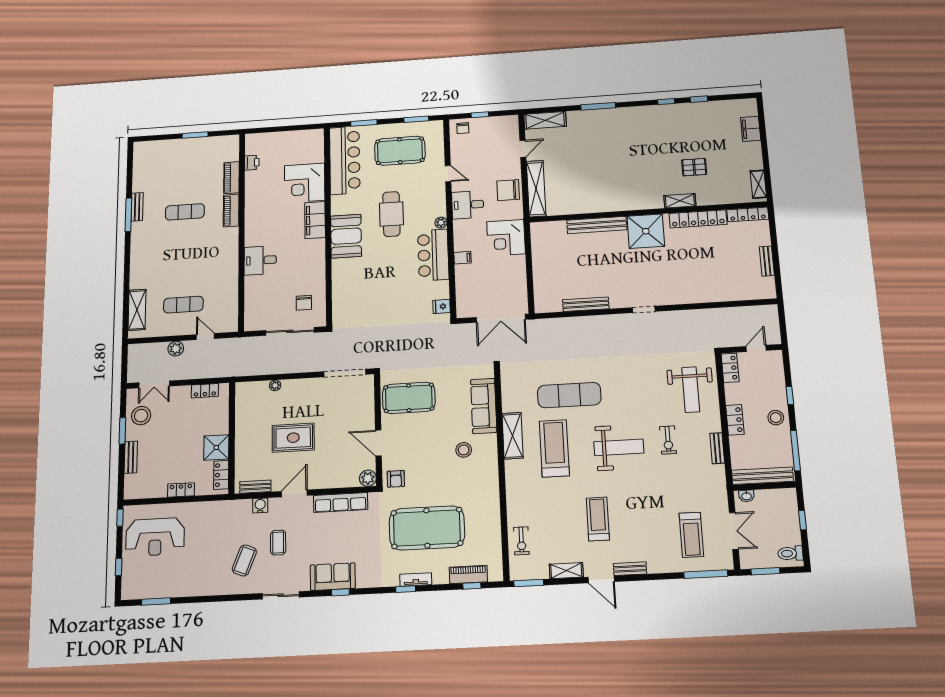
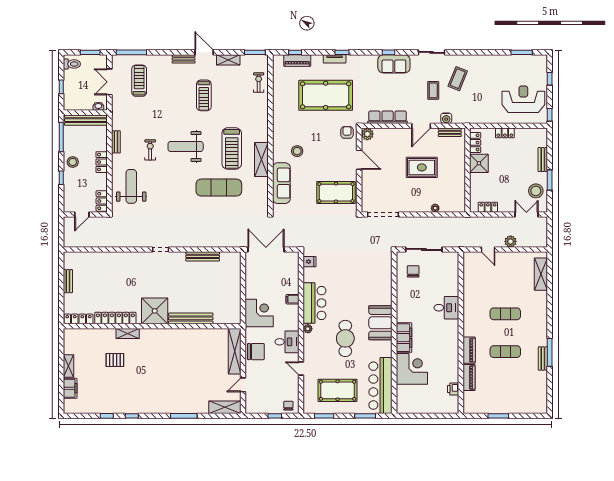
shelving: (758, 184) -> (69, 366), moved
exercise mat: (183, 305) -> (505, 314), moved

